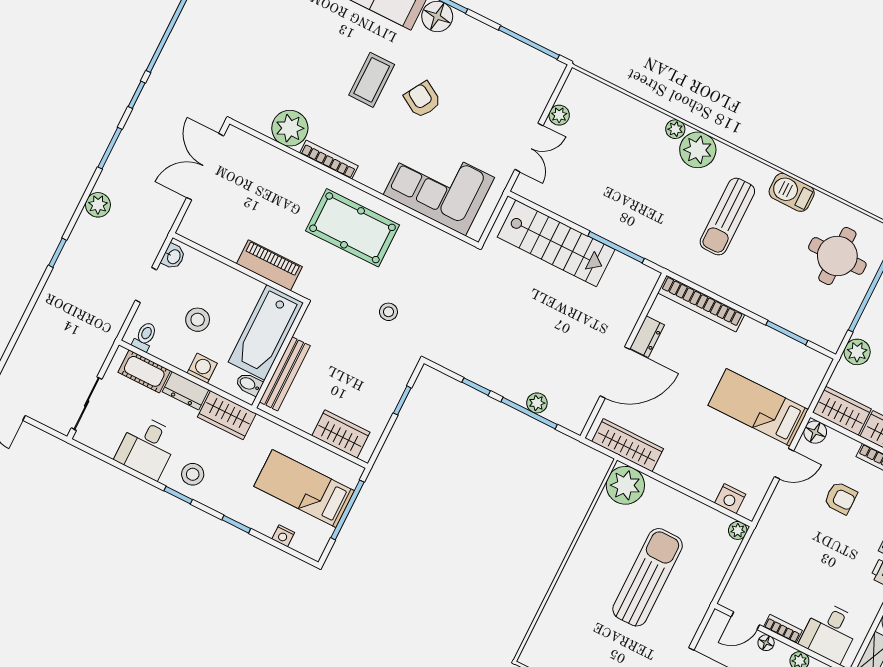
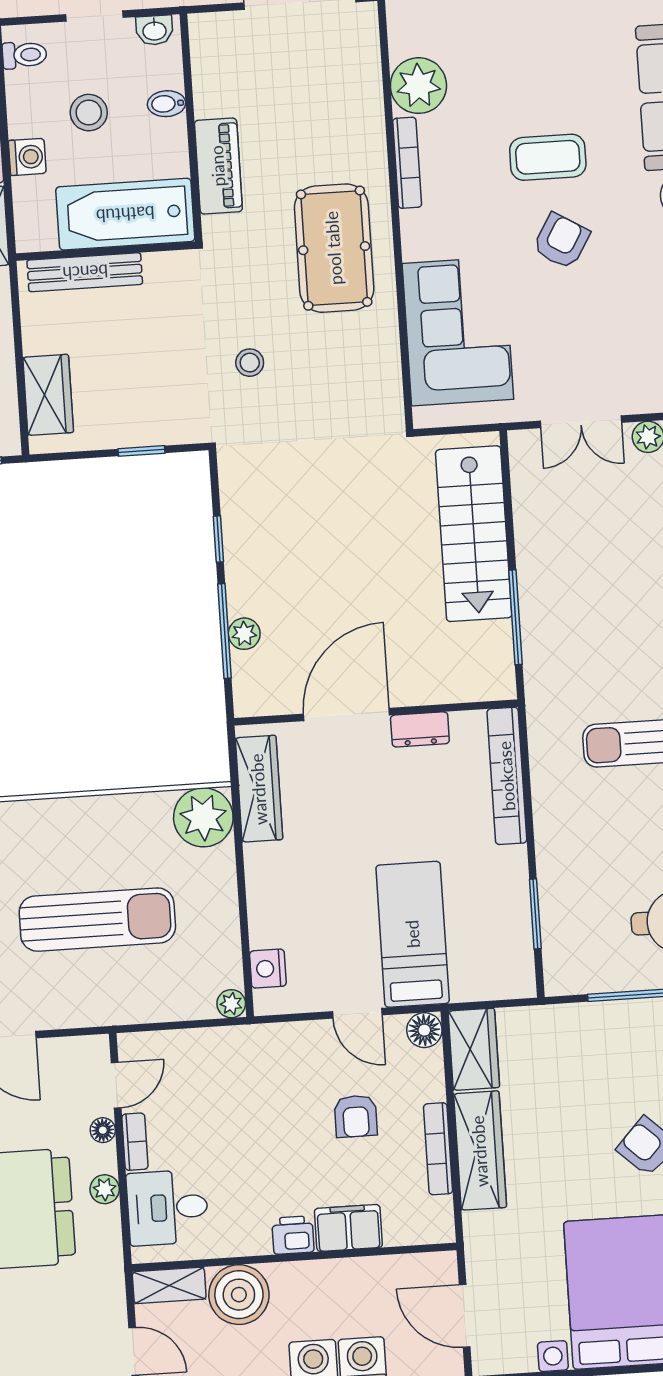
plant: (857, 352) -> (565, 1023), removed
door: (615, 373) -> (347, 714), swing flipped
bidet: (249, 384) -> (166, 104), moved, turned -90
door: (745, 621) -> (116, 1085), swing flipped

